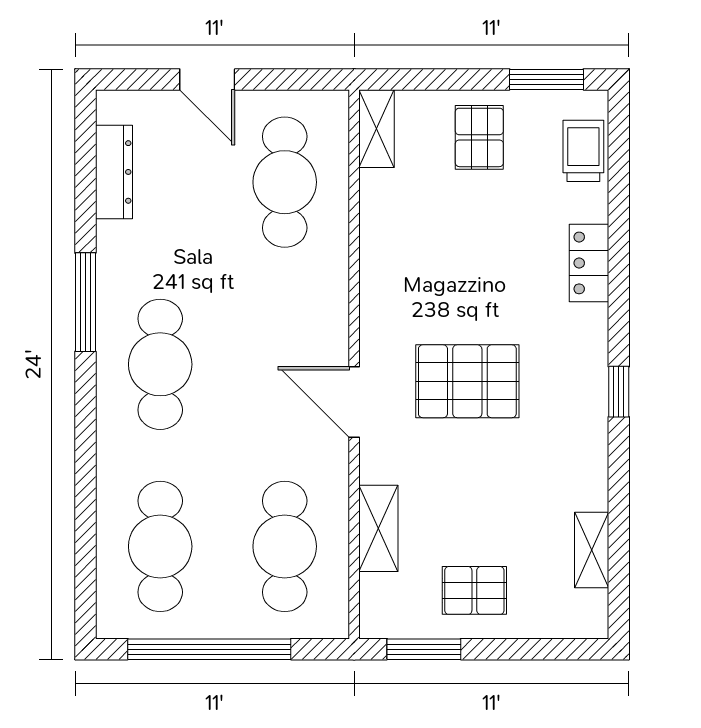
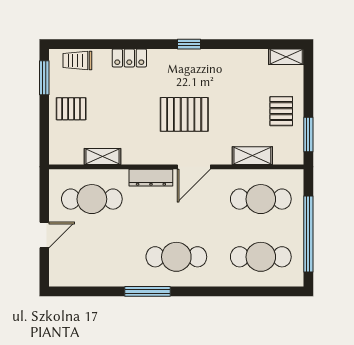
shelving: (377, 129) -> (102, 156), moved
dresser: (114, 172) -> (151, 178), moved, turned 180
pallet: (467, 381) -> (184, 114), turned 90
shelving: (592, 550) -> (286, 57), moved

